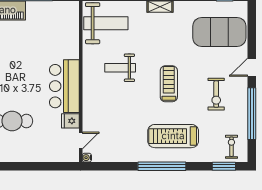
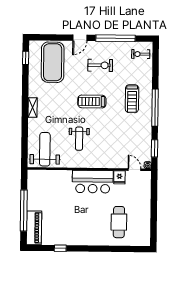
door: (252, 67) -> (80, 38), hinge flipped
treadmill: (173, 136) -> (132, 99), width x0.73, depth x0.73
window: (224, 166) -> (154, 148), moved

